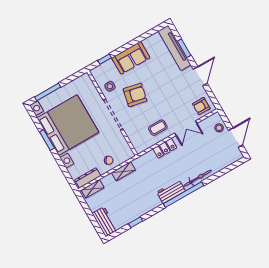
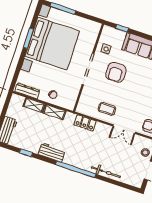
armchair: (135, 95) -> (116, 72), turned 78
locker: (165, 148) -> (85, 123), moved
bicycle: (198, 178) -> (106, 172), moved
shelving: (93, 189) -> (34, 105), moved
workbench: (171, 191) -> (52, 152), moved

